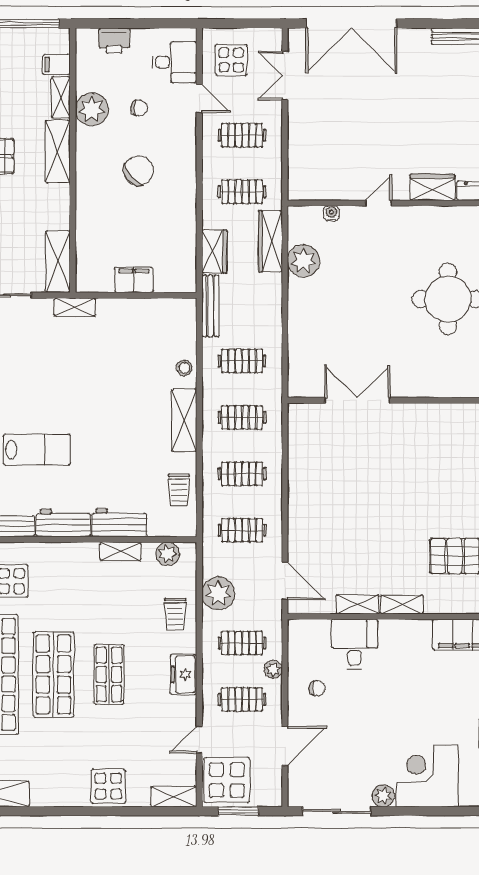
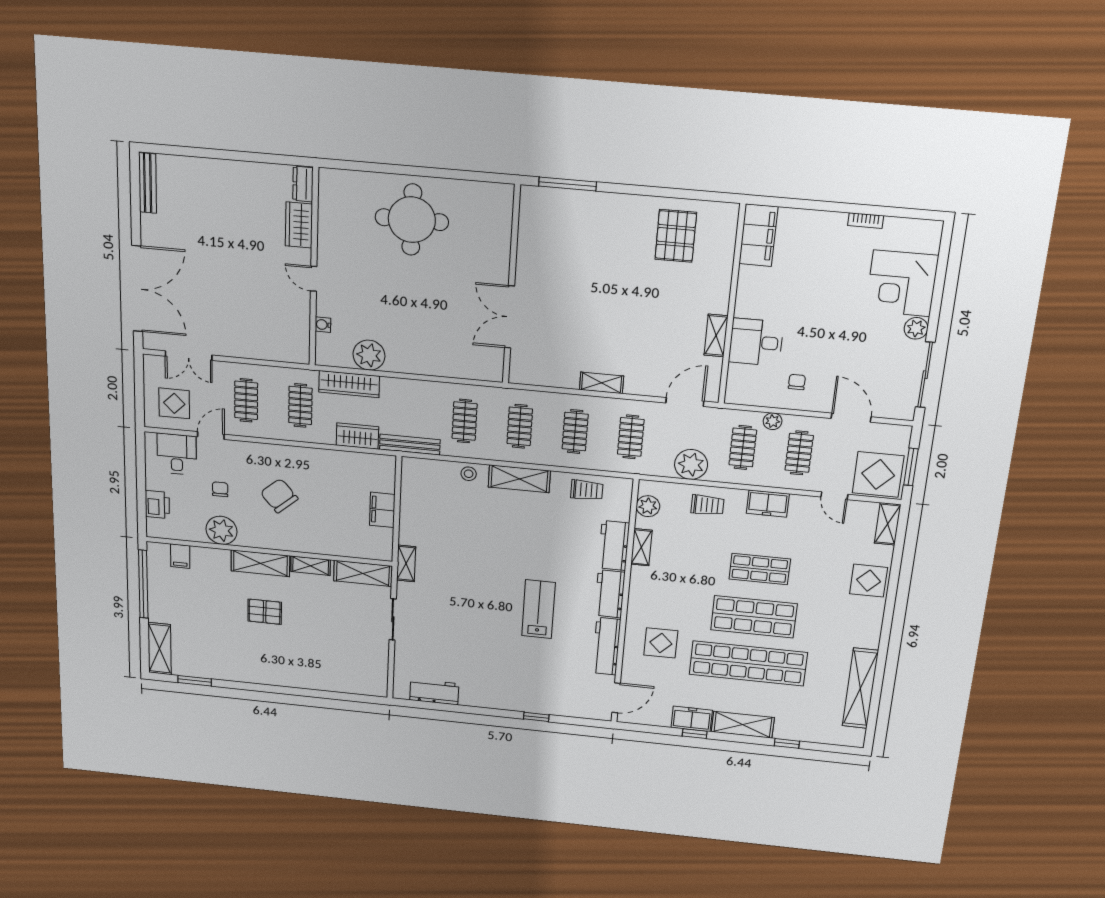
shelving: (61, 97) -> (311, 566), moved
shelving: (402, 604) -> (602, 383), moved, turned 90

